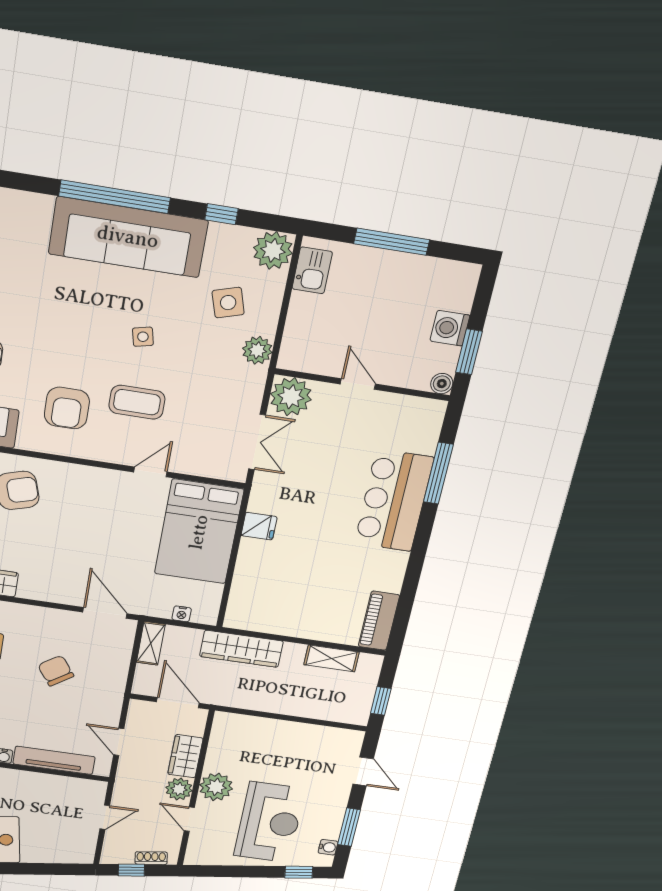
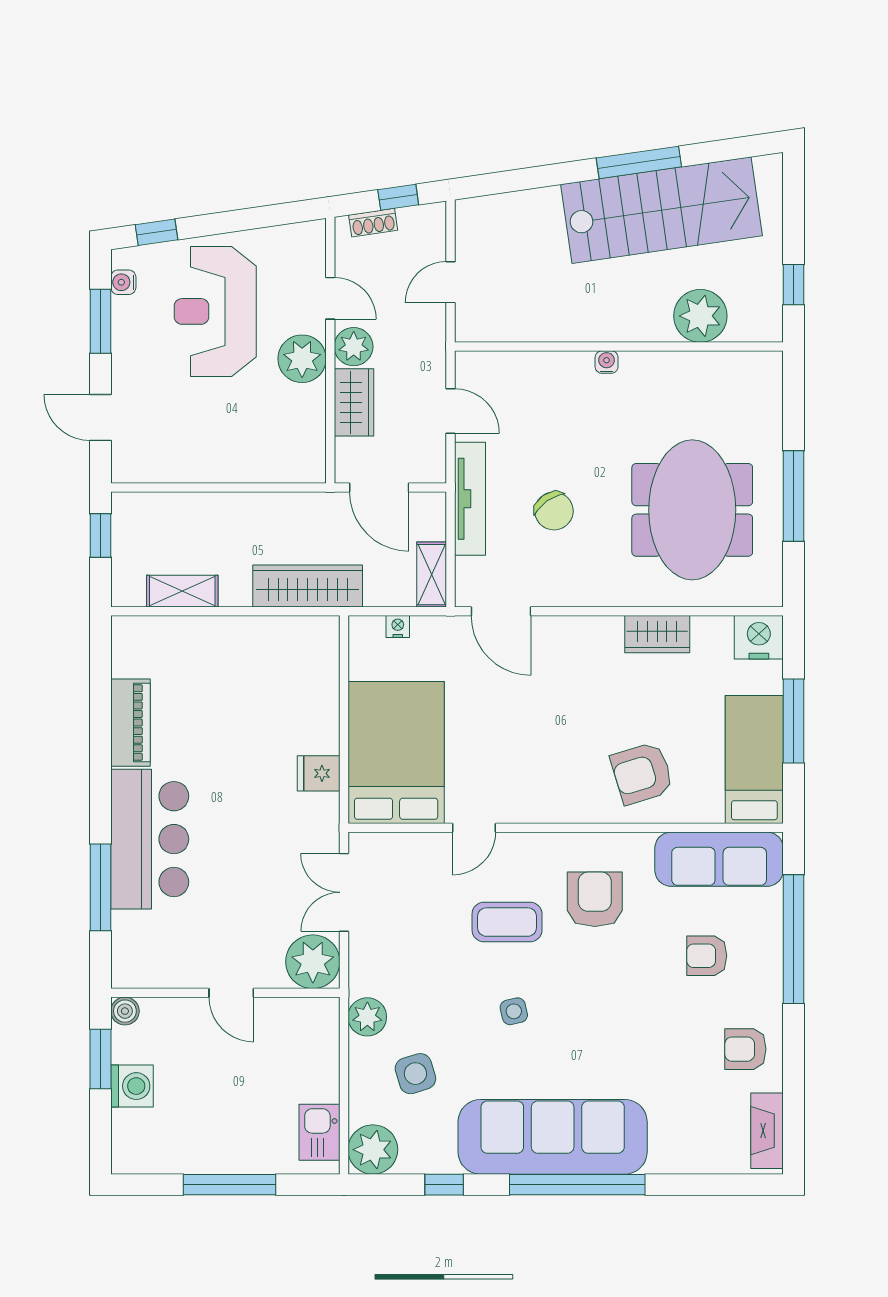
piano: (379, 621) -> (130, 723), moved
tv unit: (54, 760) -> (470, 499), moved, turned -90

